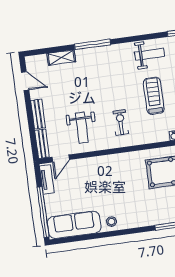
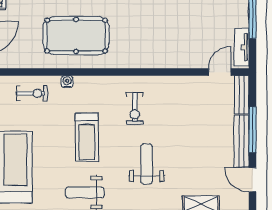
bench: (38, 114) -> (242, 141), width x1.36
window: (30, 119) -> (252, 130), added
weight bench: (82, 128) -> (147, 164), moved

